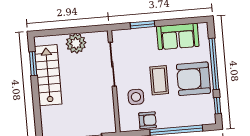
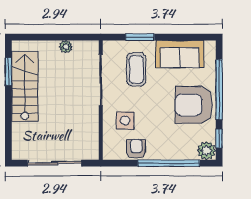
plant: (76, 43) -> (66, 47), width x0.53, depth x0.53
coffee table: (159, 80) -> (136, 69), moved
plant: (208, 117) -> (207, 151), added
armchair: (148, 120) -> (136, 149), turned -90

